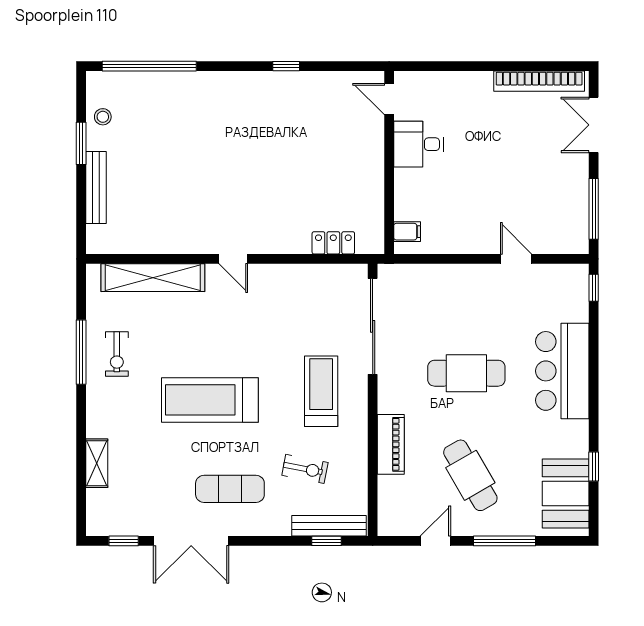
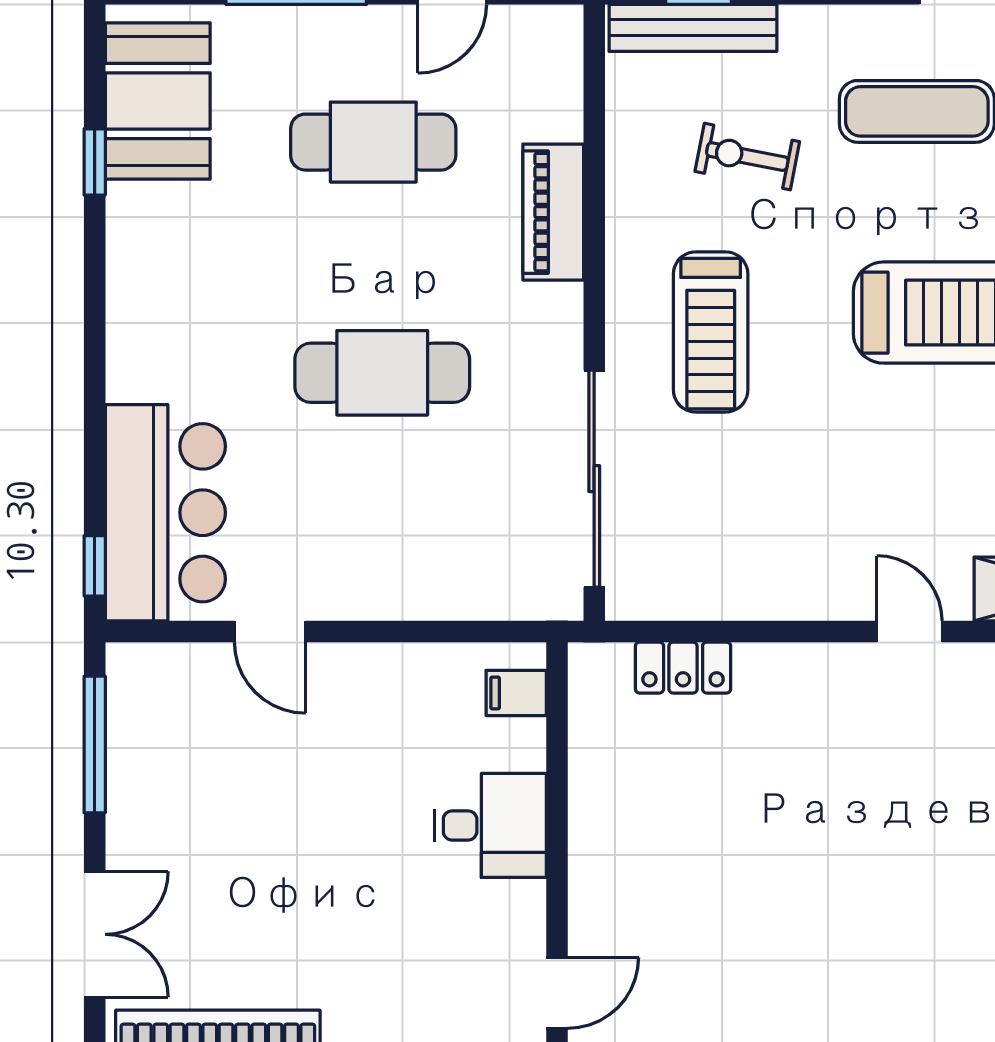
door: (389, 99) -> (557, 993), hinge flipped
desk: (419, 144) -> (490, 825), moved
bar counter: (562, 371) -> (165, 513), moved
cafe table: (470, 475) -> (373, 142), turned -60

